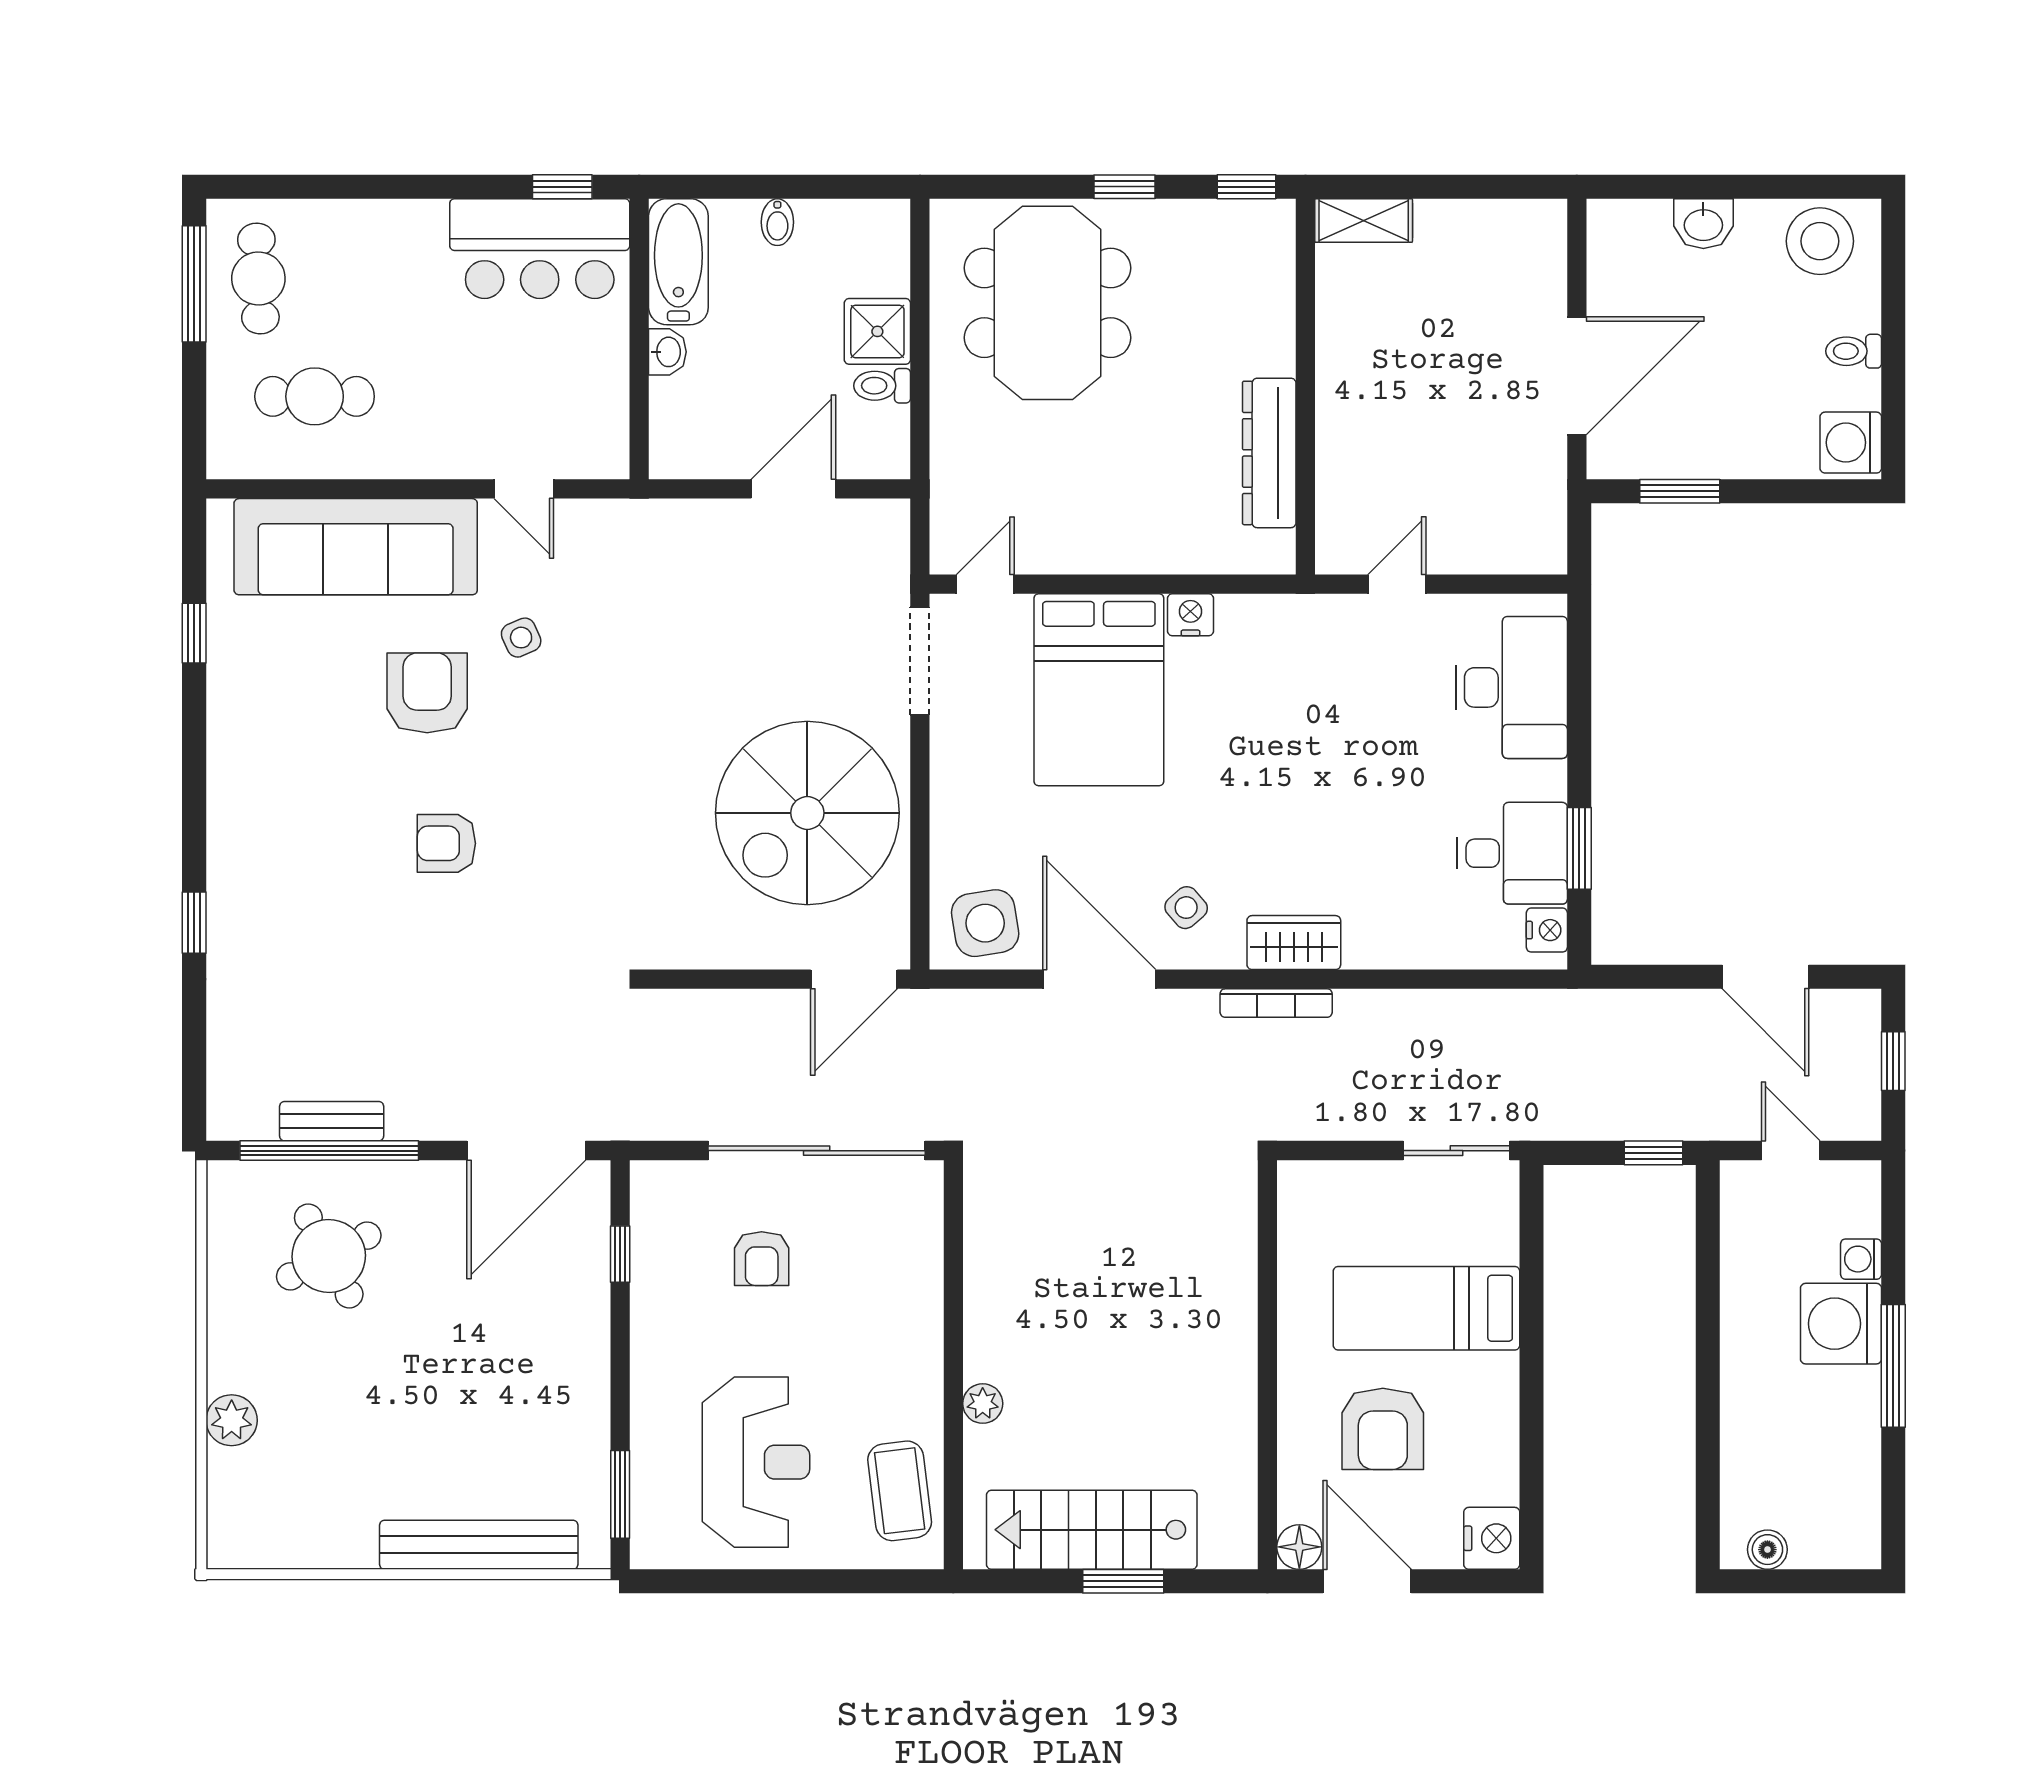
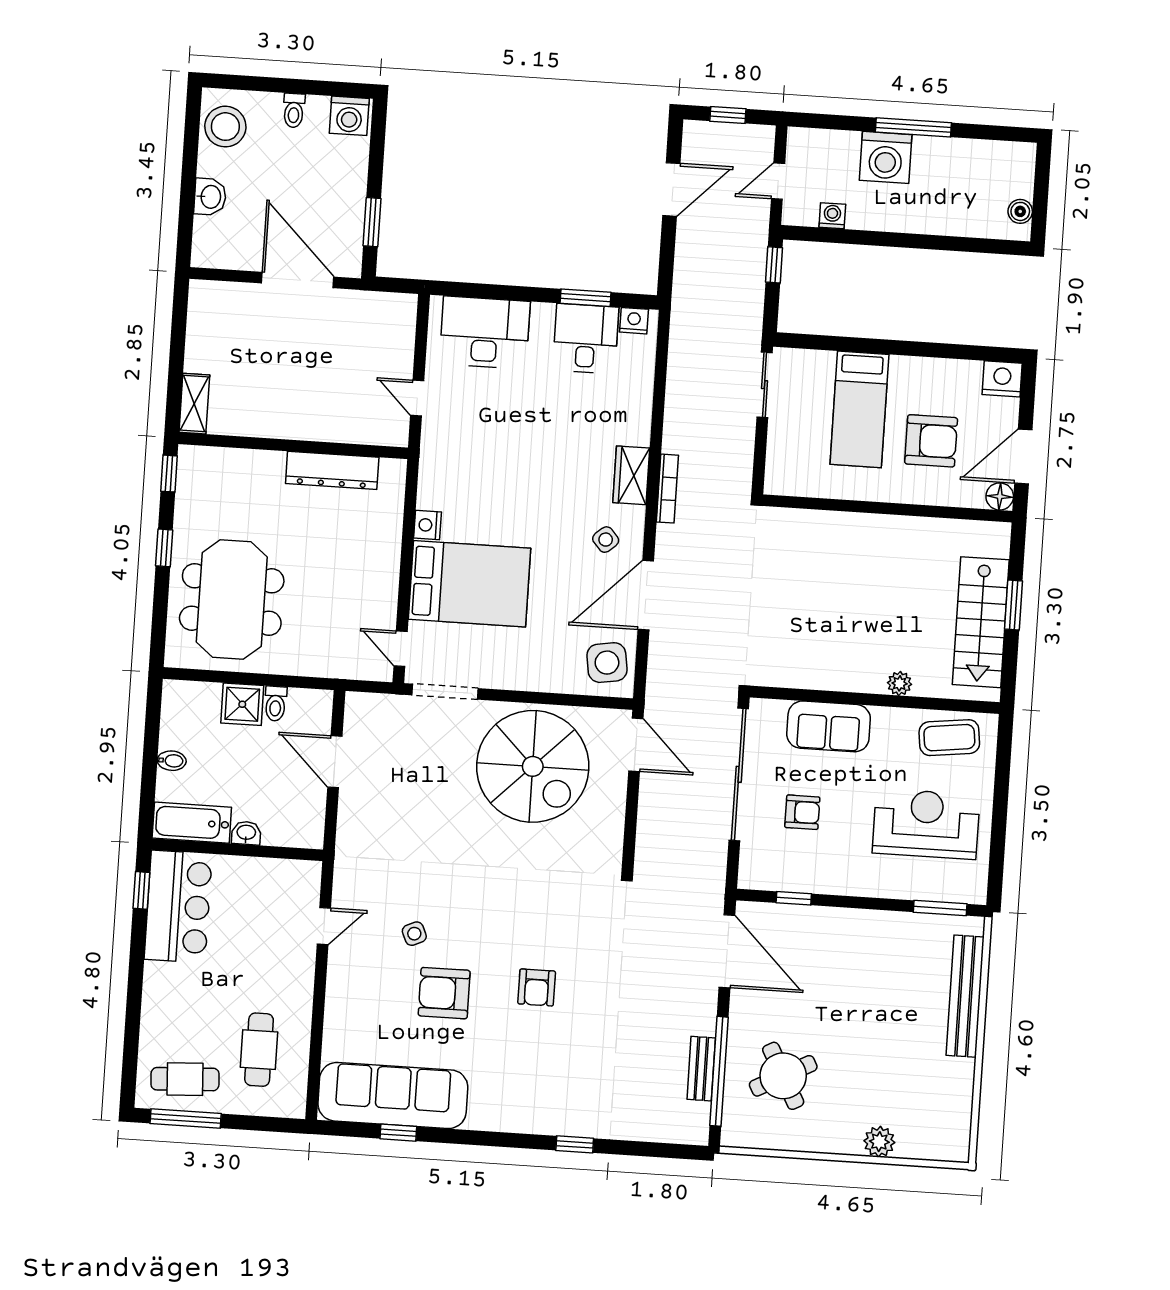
meeting table: (1047, 303) -> (232, 599), turned 90
sofa: (356, 547) -> (393, 1095), moved, turned -90
washing machine: (1861, 1259) -> (832, 216), moved, turned 180
sofa: (905, 1292) -> (829, 726), added

